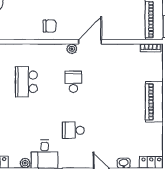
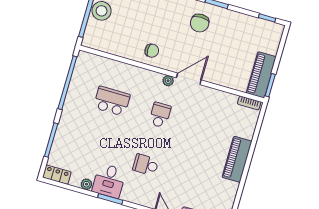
school desk: (26, 82) -> (112, 101), turned 90

